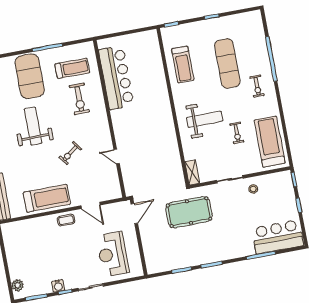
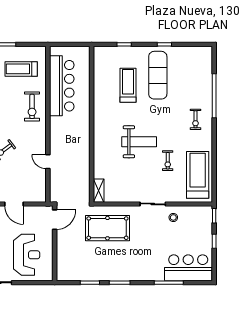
exercise mat: (227, 63) -> (158, 75), moved
treadmill: (183, 65) -> (128, 85), turned 180
treadmill: (72, 68) -> (21, 69), turned 180
exercise bike: (79, 99) -> (32, 106), moved
wall: (173, 107) -> (92, 124), moved
shelving: (192, 172) -> (99, 191), moved
reception desk: (113, 254) -> (27, 255), turned 180

